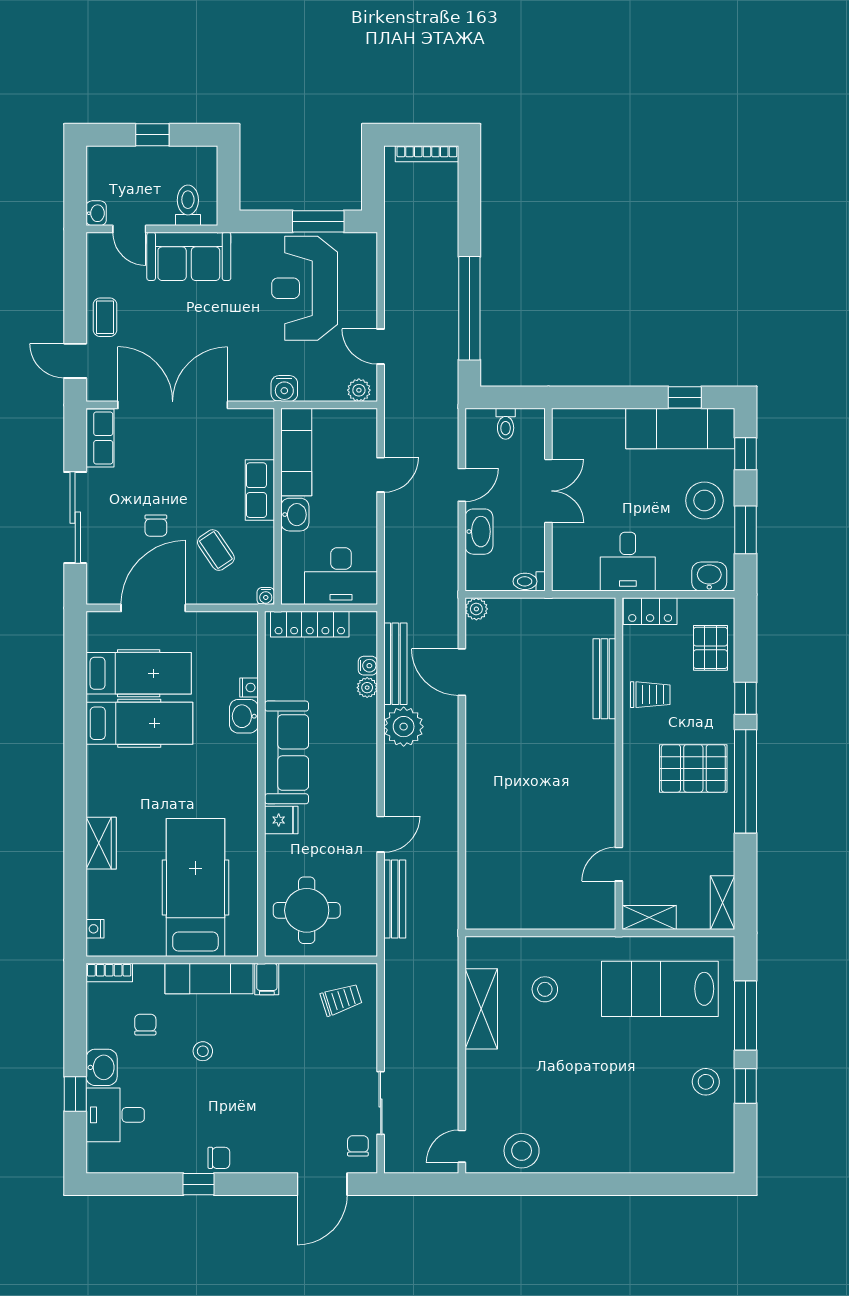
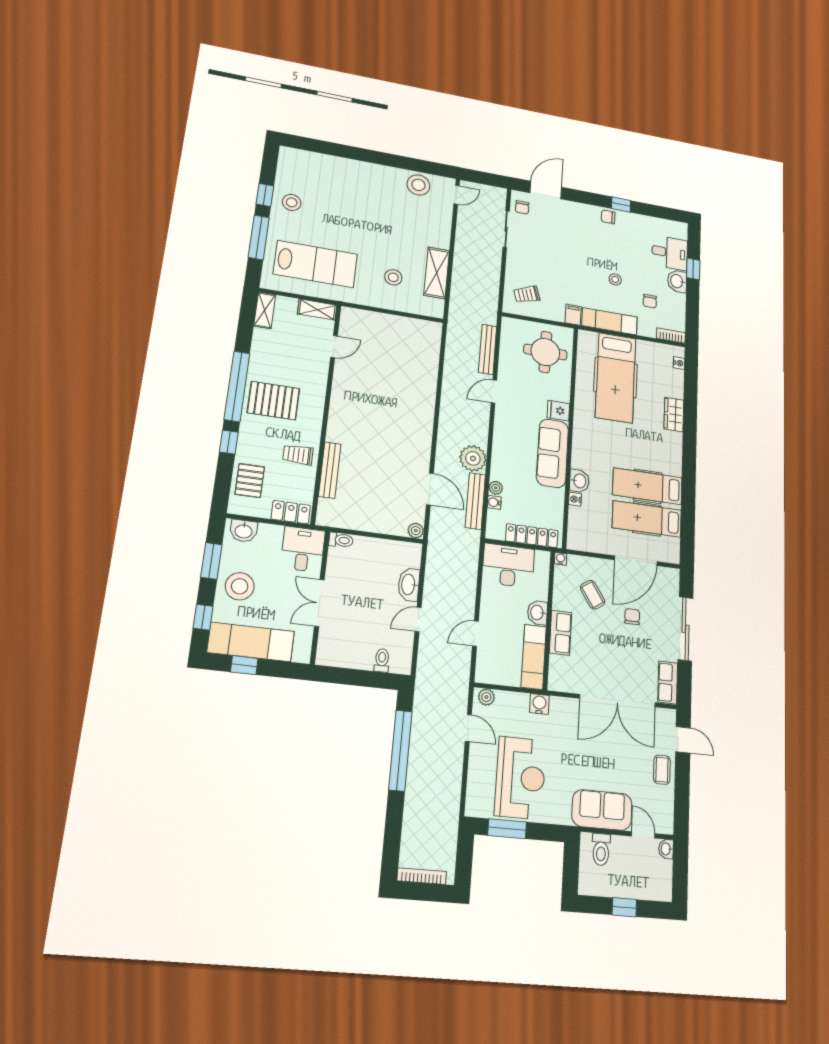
double door: (548, 491) -> (319, 603), moved
wall: (548, 500) -> (320, 597), moved
toilet: (529, 581) -> (341, 540), moved

